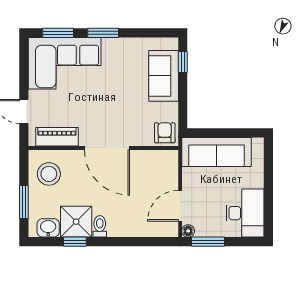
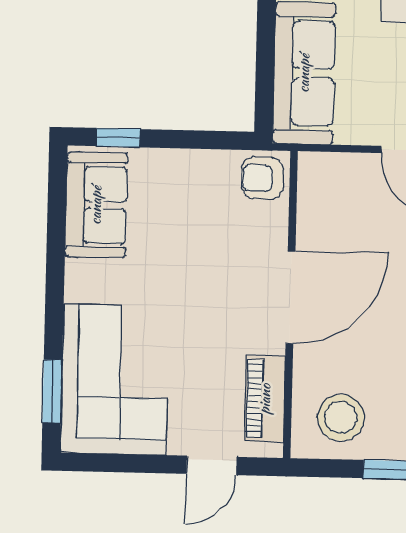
window: (103, 33) -> (55, 299), removed
sofa: (164, 76) -> (96, 205), moved, turned -90

